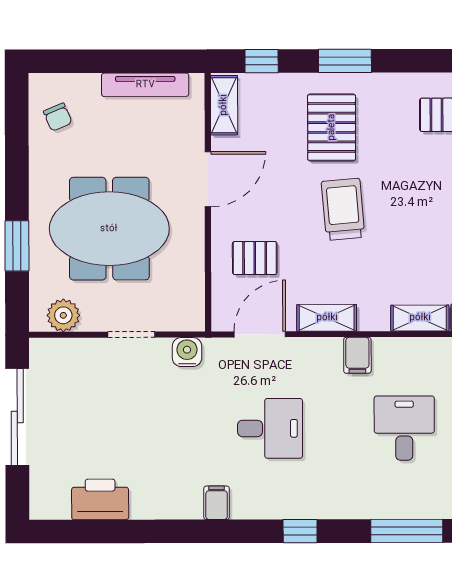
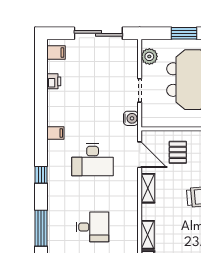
filing cabinet: (357, 355) -> (56, 53), moved, turned 180
desk: (270, 428) -> (93, 160), width x1.37
printer: (100, 499) -> (54, 81), width x0.53, depth x0.68

